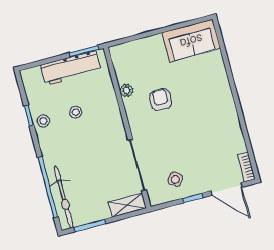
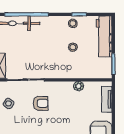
tv unit: (134, 47) -> (107, 99), added
workbench: (71, 68) -> (104, 36), moved
armchair: (161, 100) -> (41, 103), moved

